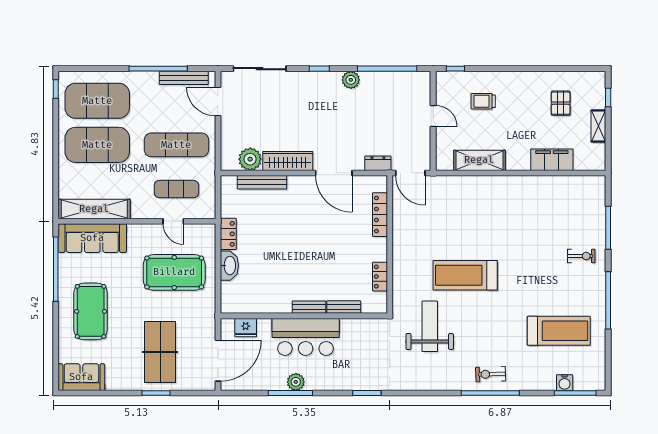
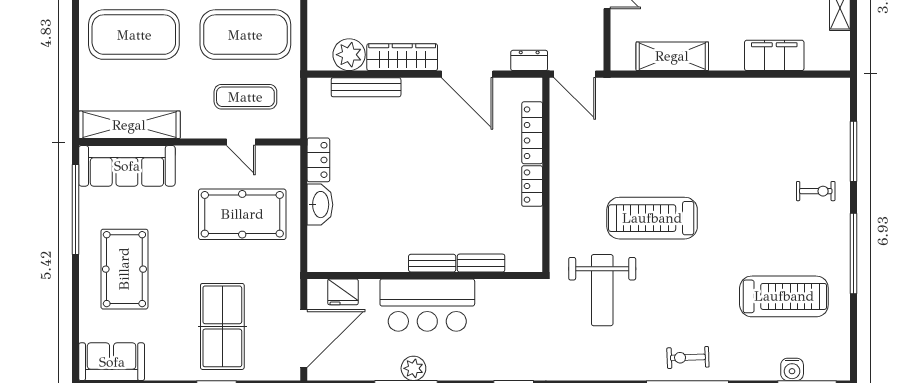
exercise mat: (176, 145) -> (245, 35), width x1.47
locker: (380, 277) -> (532, 186), moved
weight bench: (430, 326) -> (602, 290), turned 180

